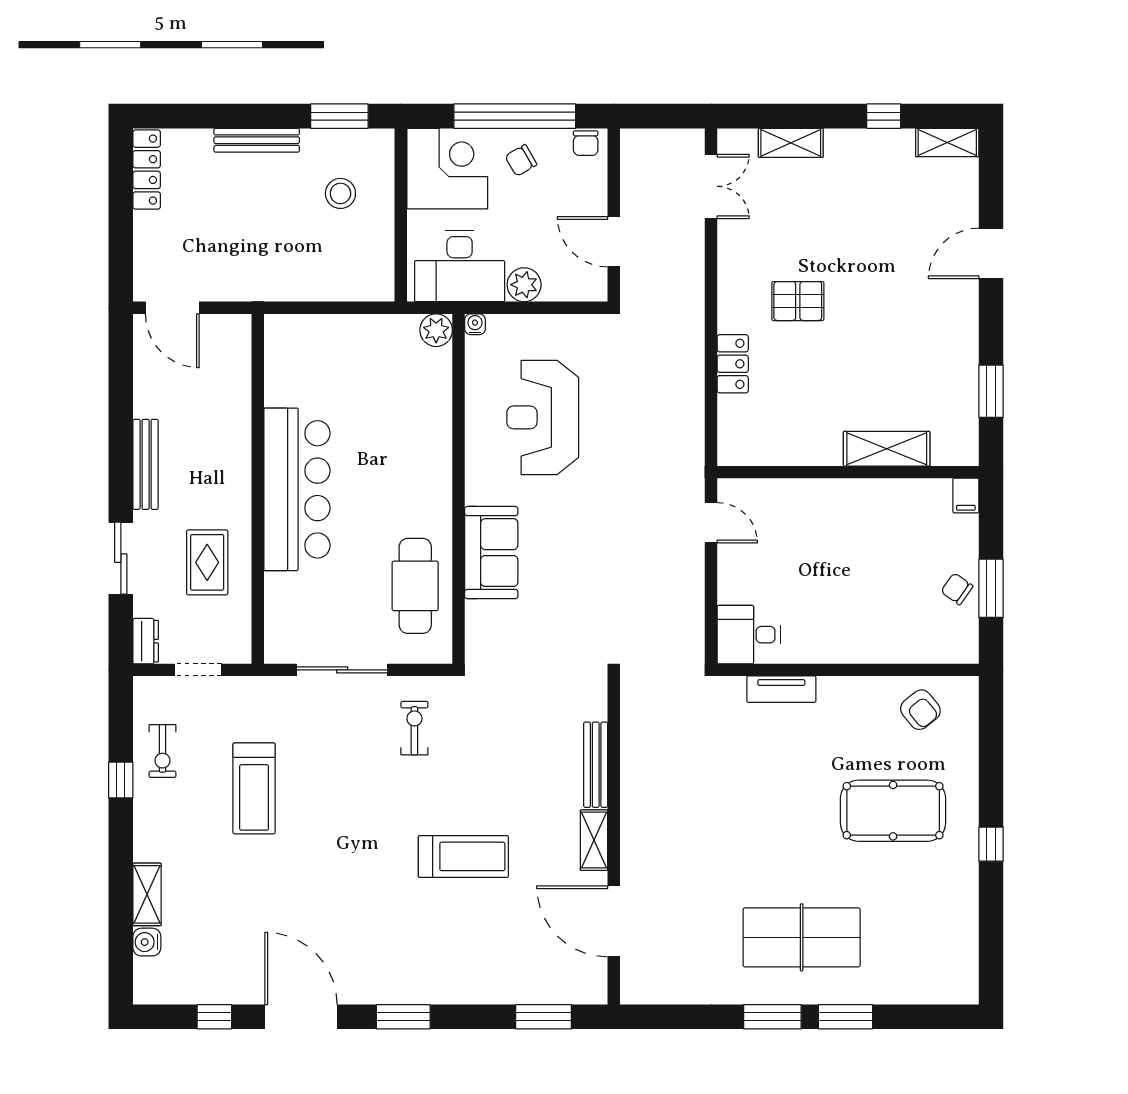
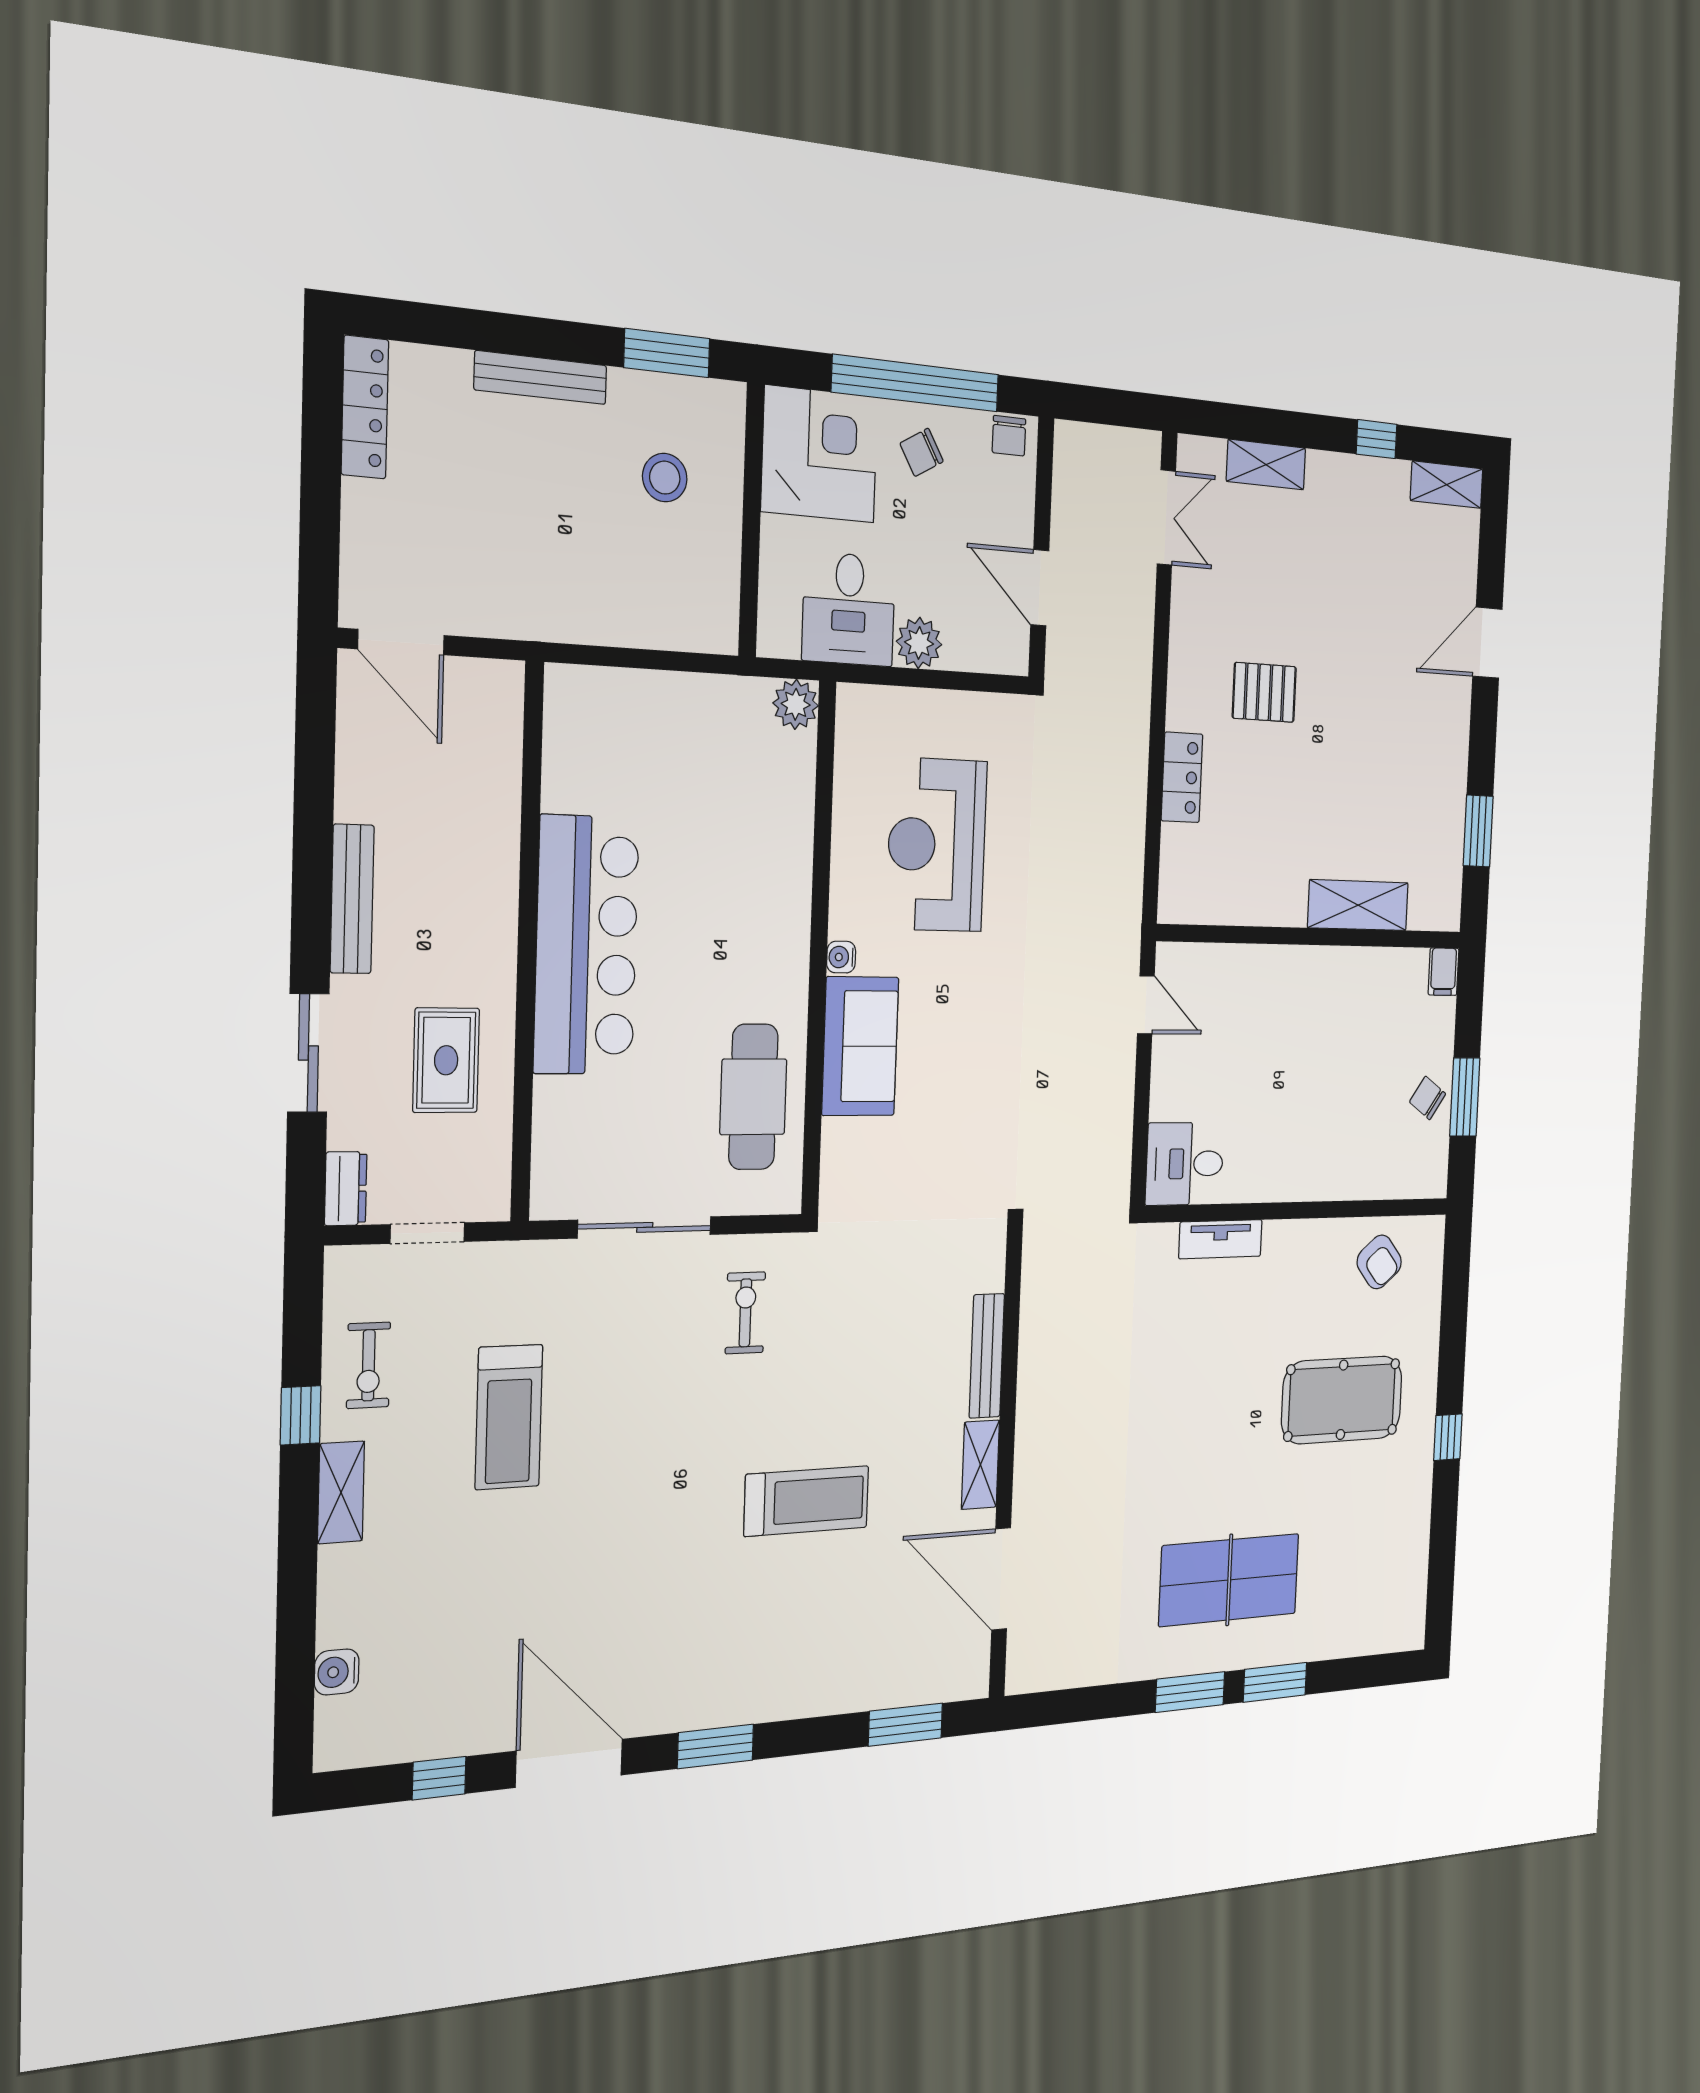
desk: (460, 266) -> (849, 609), width x0.73
water cooler: (475, 324) -> (841, 957), moved, turned -90
shelving: (147, 894) -> (341, 1492), moved

